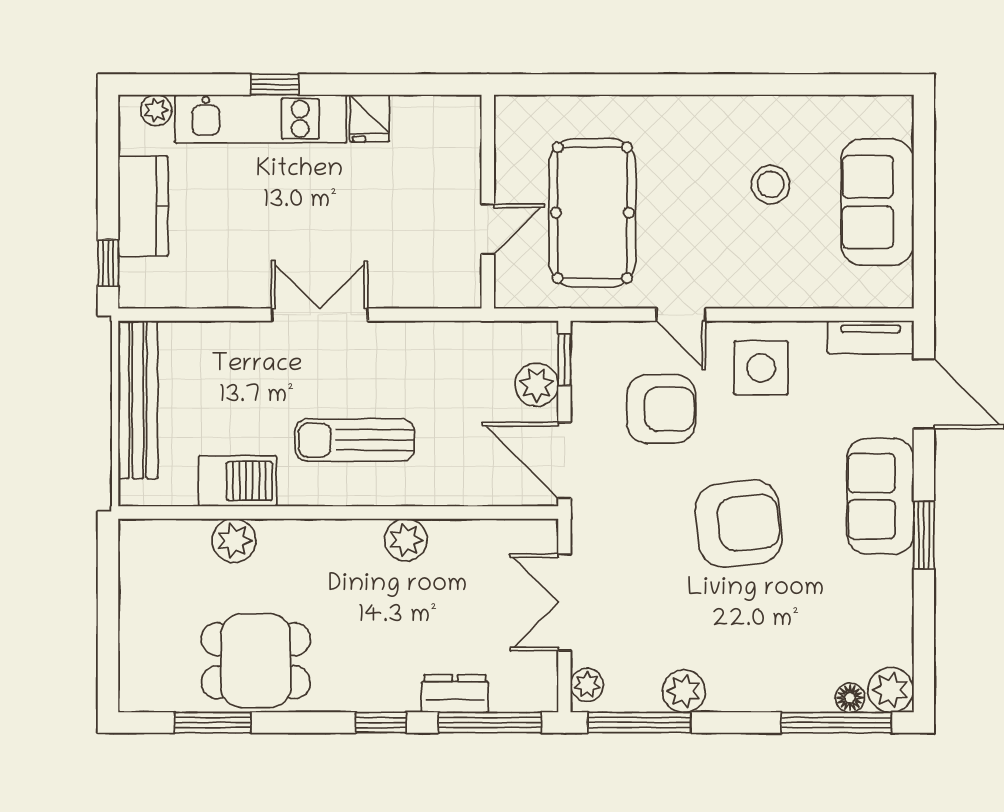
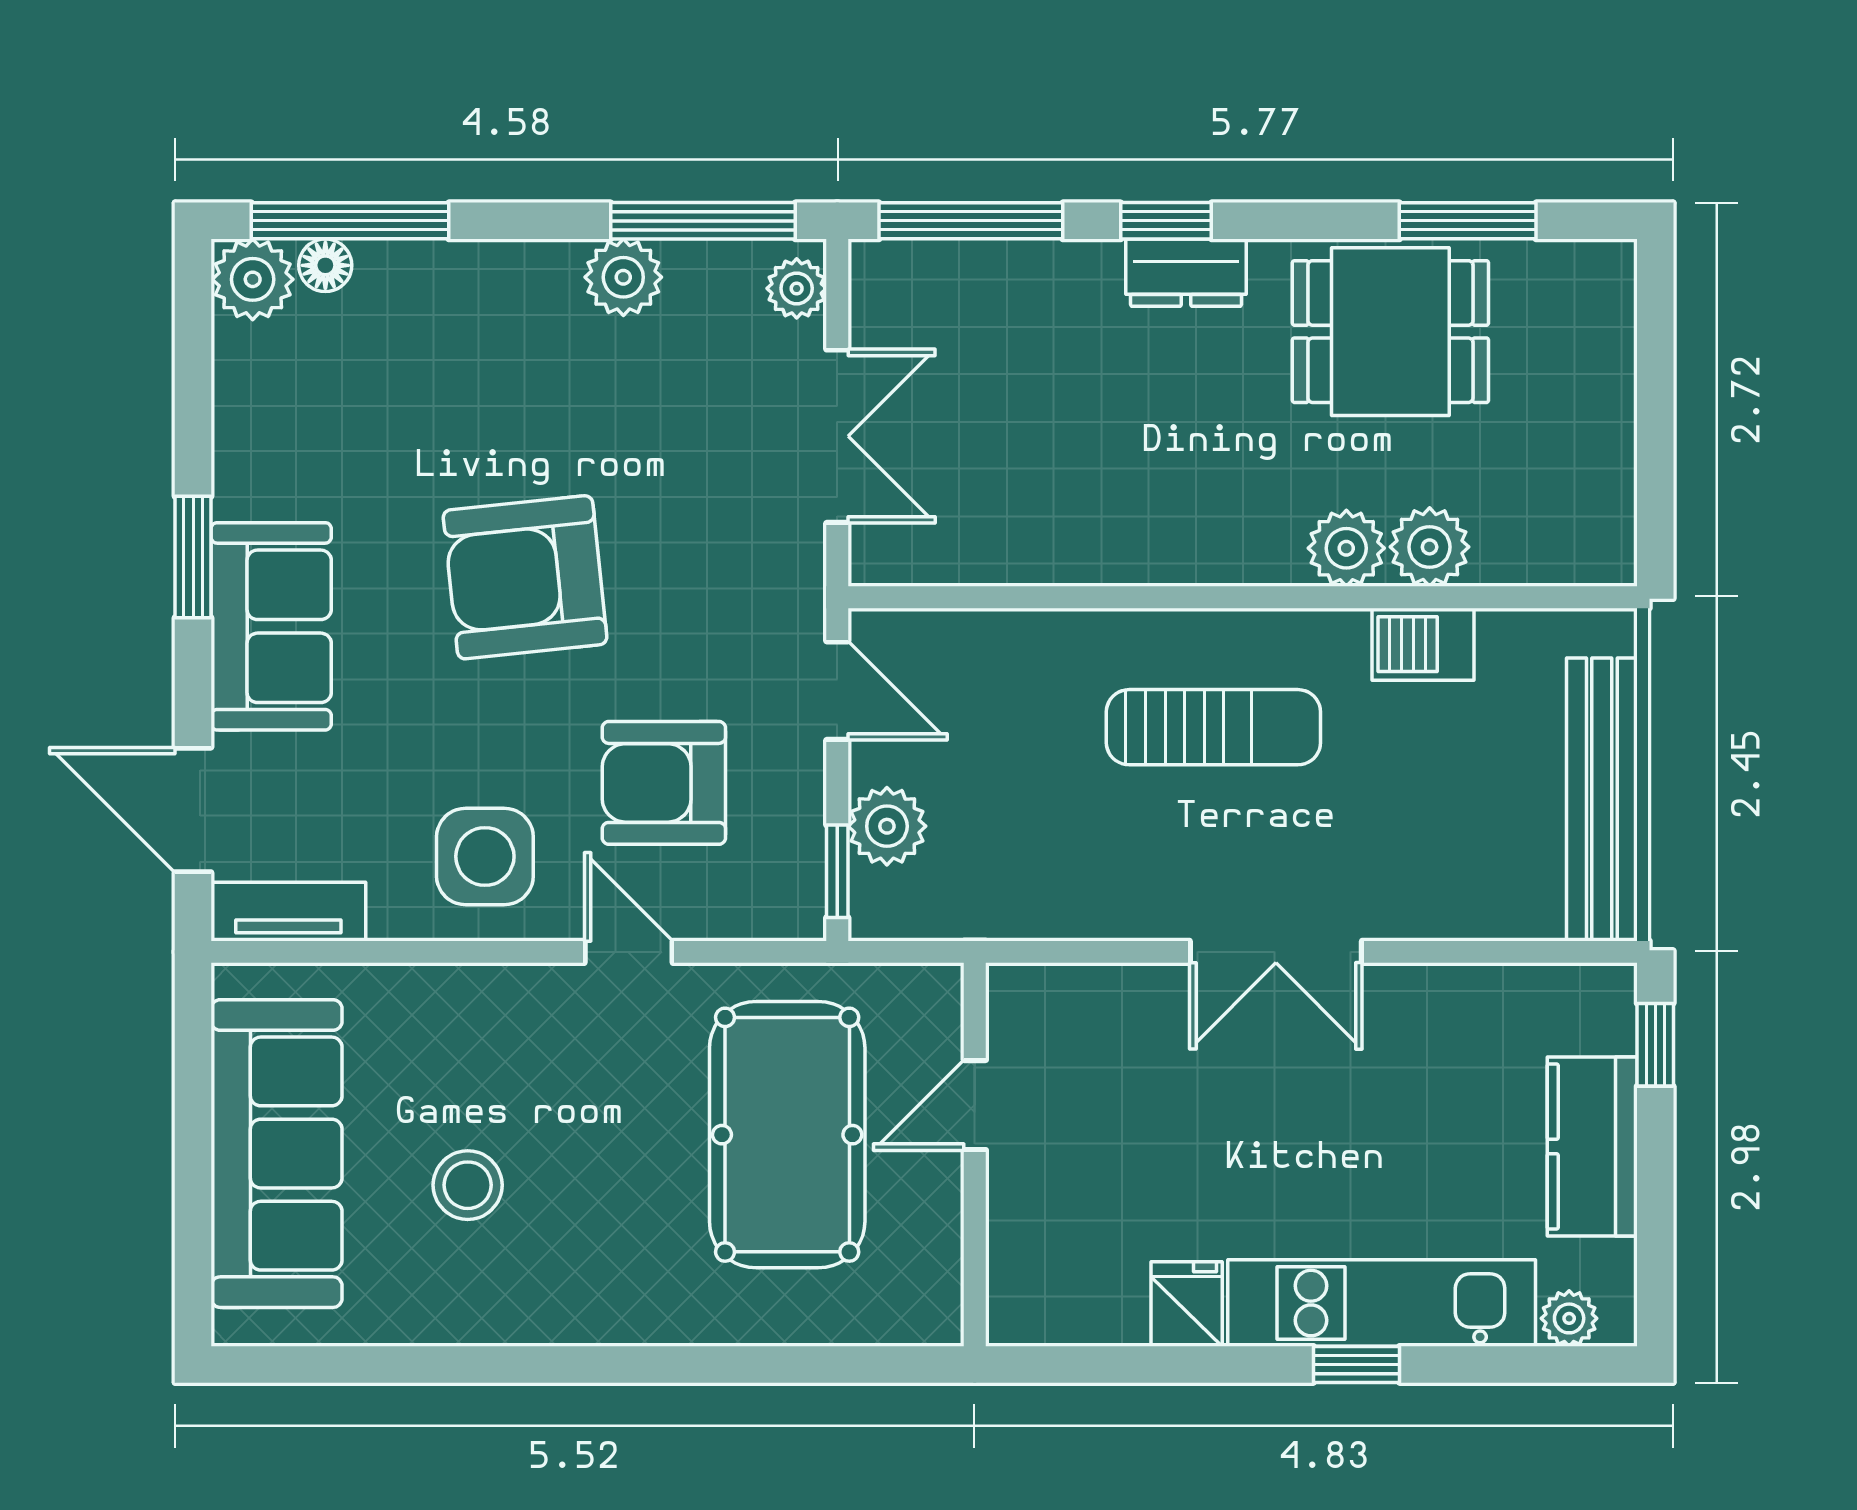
sofa: (877, 202) -> (277, 1154), width x1.36
door: (564, 460) -> (837, 691), width x0.73
barbecue: (238, 481) -> (1423, 644), width x0.73, depth x0.79
plant: (406, 540) -> (1346, 548), moved
dresser: (455, 694) -> (1186, 273), moved

